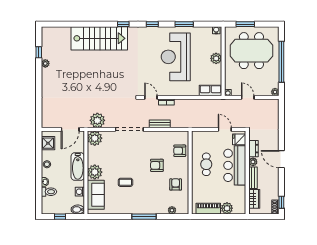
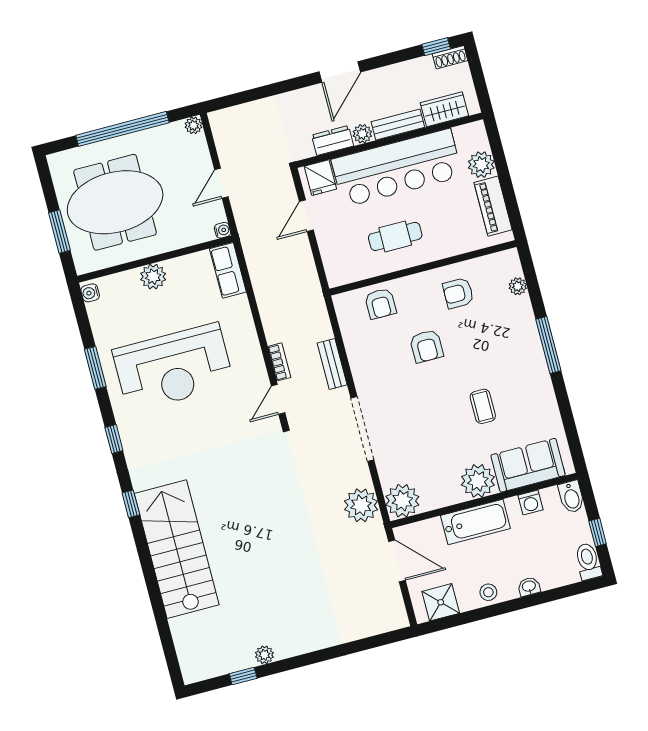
meeting table: (251, 51) -> (115, 202), turned 90
bar counter: (235, 165) -> (397, 168), width x1.36
toilet: (49, 192) -> (588, 561), moved

